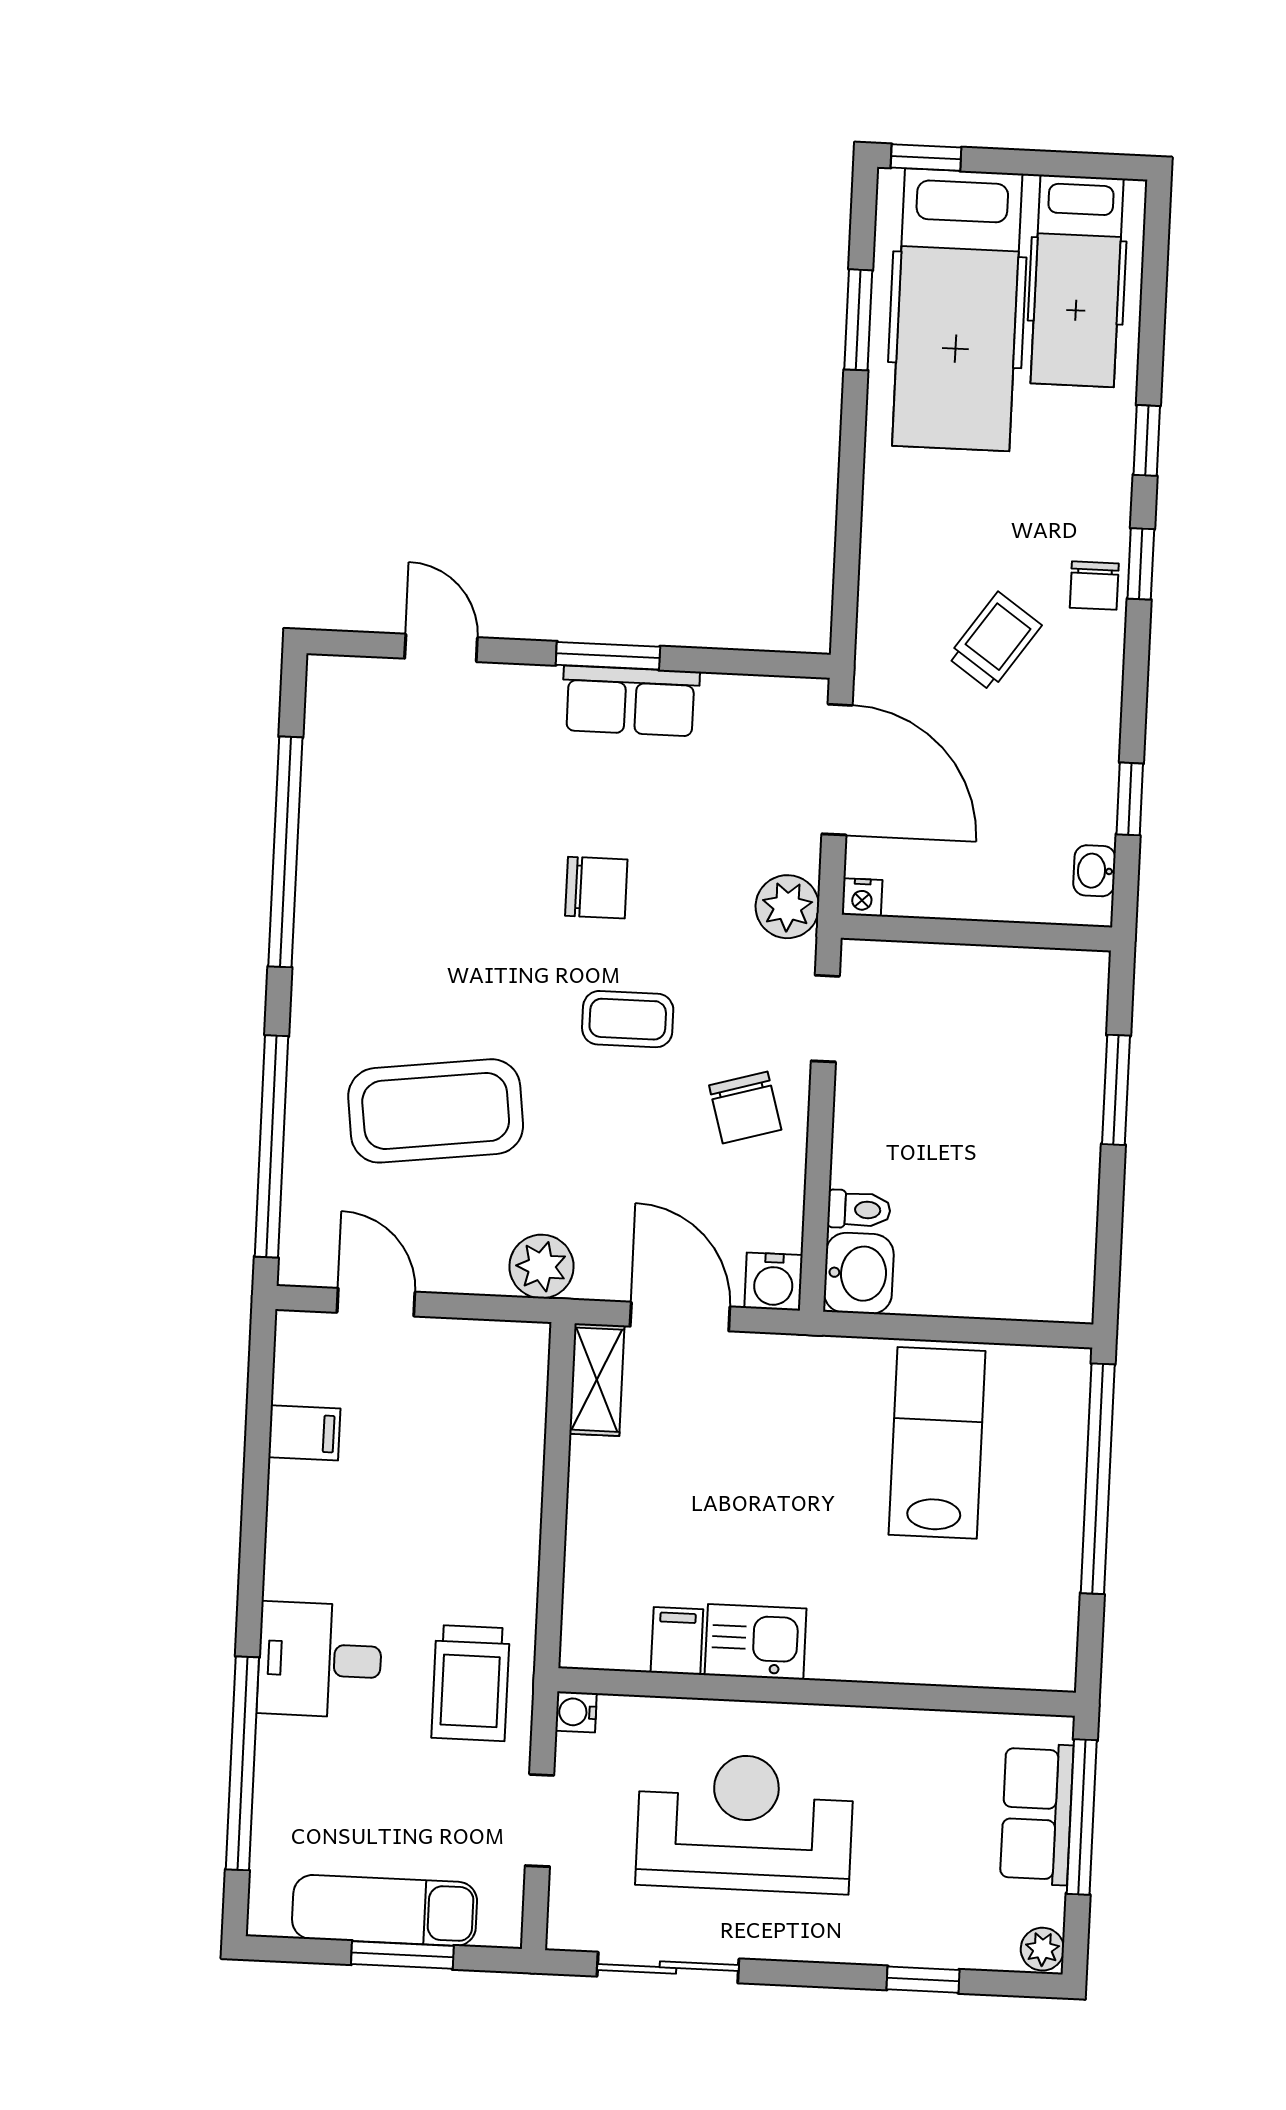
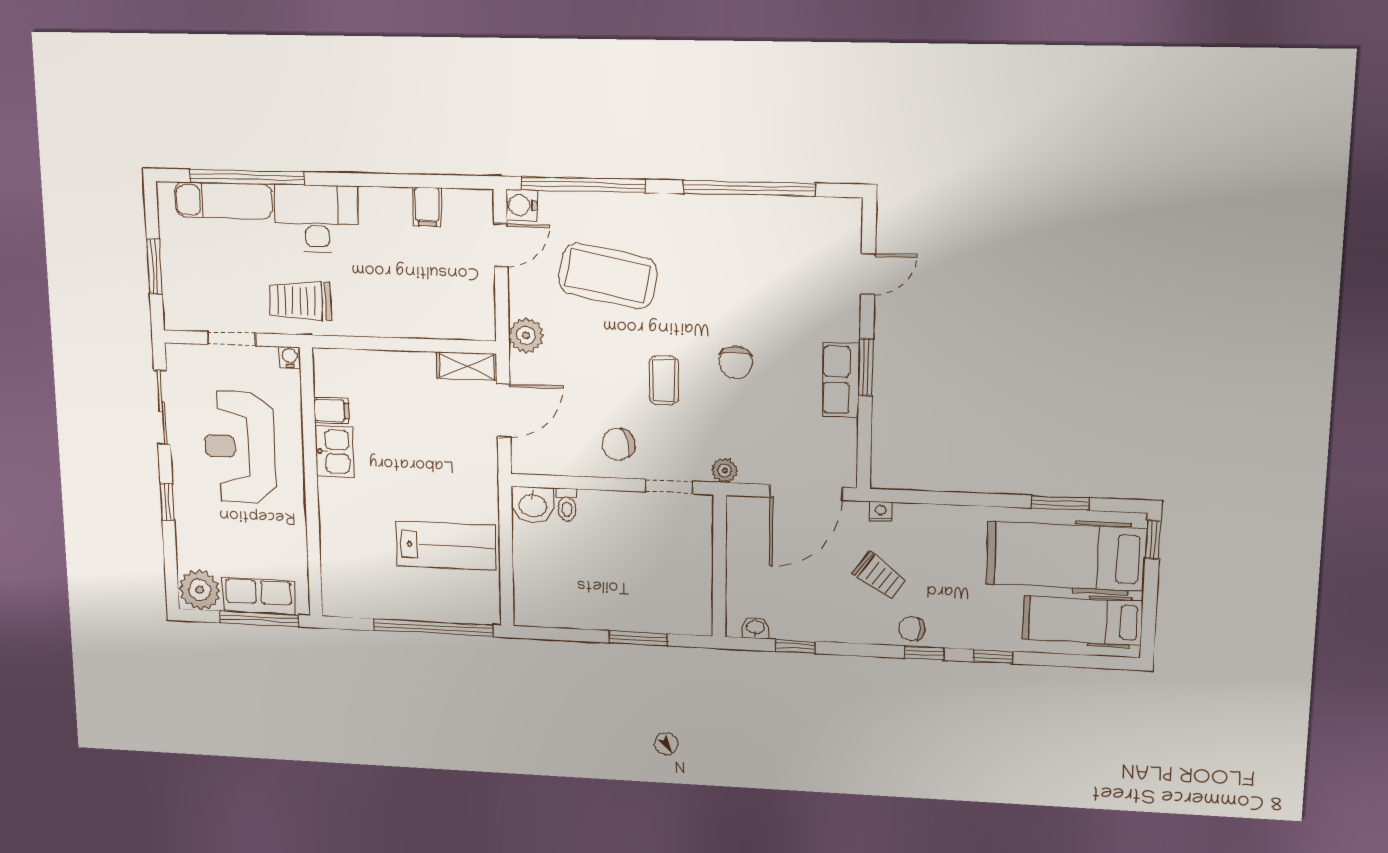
nightstand: (862, 897) -> (881, 511), moved, turned 90
plant: (787, 907) -> (725, 470), width x0.73, depth x0.73
coffee table: (436, 1111) -> (608, 276), turned -72
water cooler: (773, 1281) -> (522, 205), moved
desk: (320, 1660) -> (317, 219), width x1.37
reception desk: (745, 1823) -> (240, 447), turned 180
exam couch: (385, 1910) -> (224, 201), moved, turned 90
plant: (1042, 1949) -> (200, 590), width x1.87, depth x1.87
window: (923, 1980) -> (167, 502), moved

